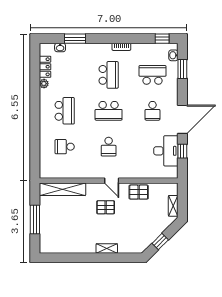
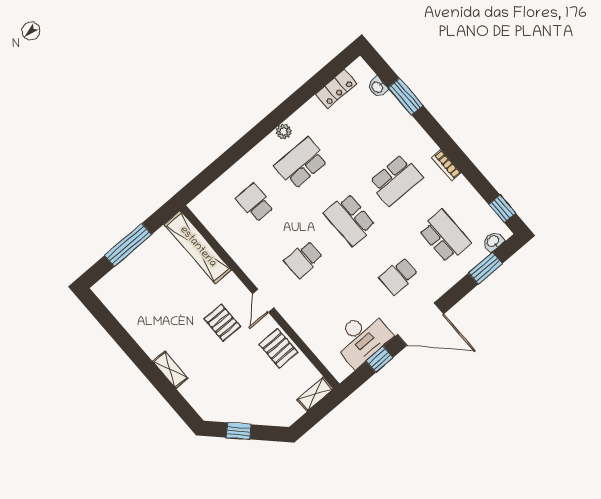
plant: (44, 84) -> (284, 132), moved
school desk: (65, 111) -> (301, 163), turned 180
shelving: (173, 206) -> (315, 394), moved

